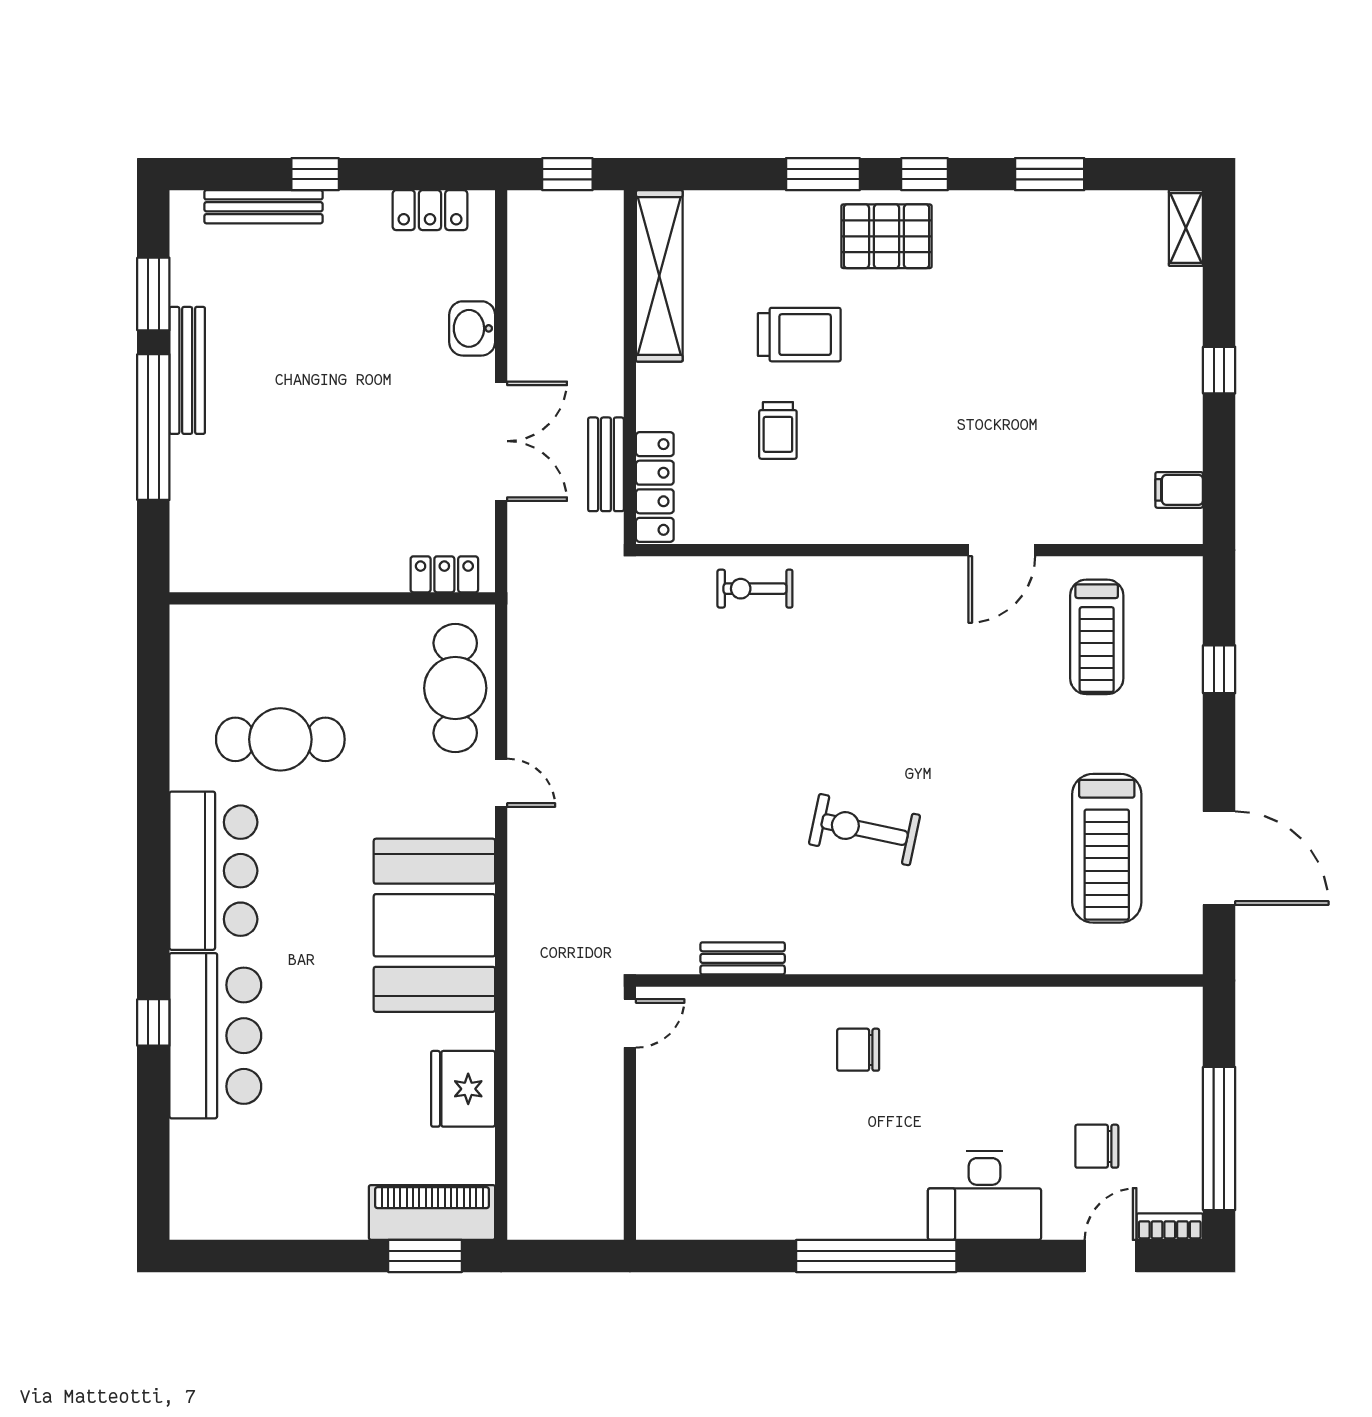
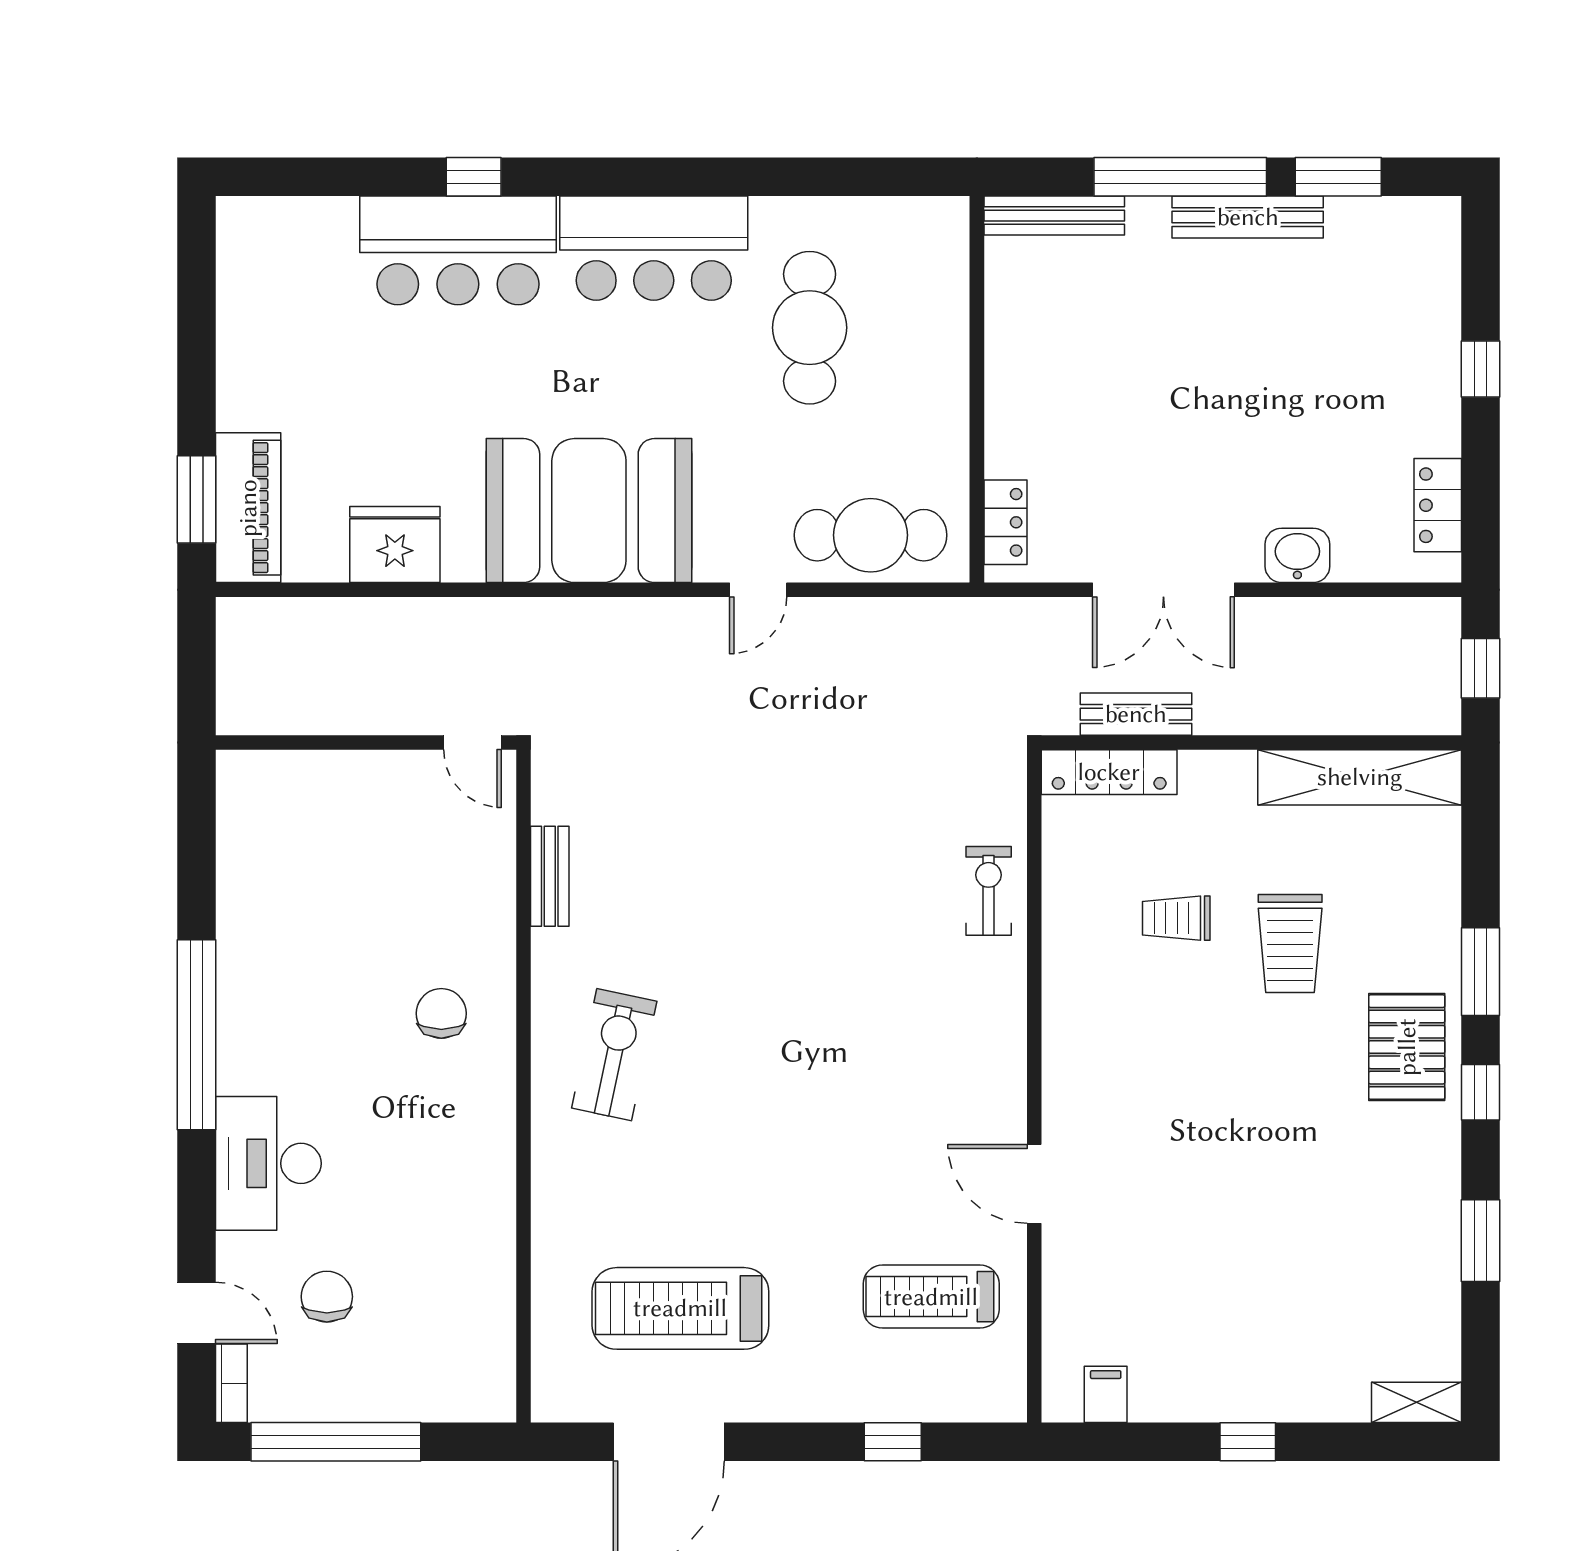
bench: (263, 207) -> (1054, 216), moved, turned 90
exercise bike: (865, 830) -> (614, 1055), moved

